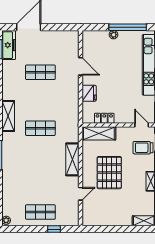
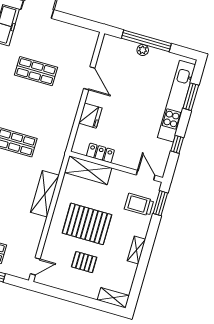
window: (128, 27) -> (146, 41), moved
pallet: (109, 173) -> (87, 224), turned 90
door: (81, 194) -> (35, 266), moved
pallet: (115, 201) -> (84, 262), added

